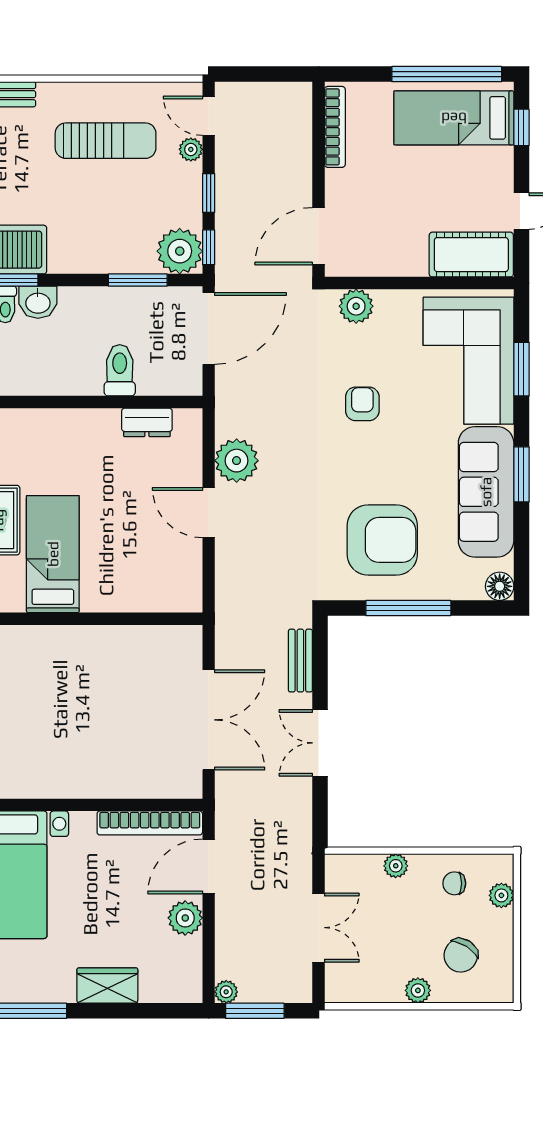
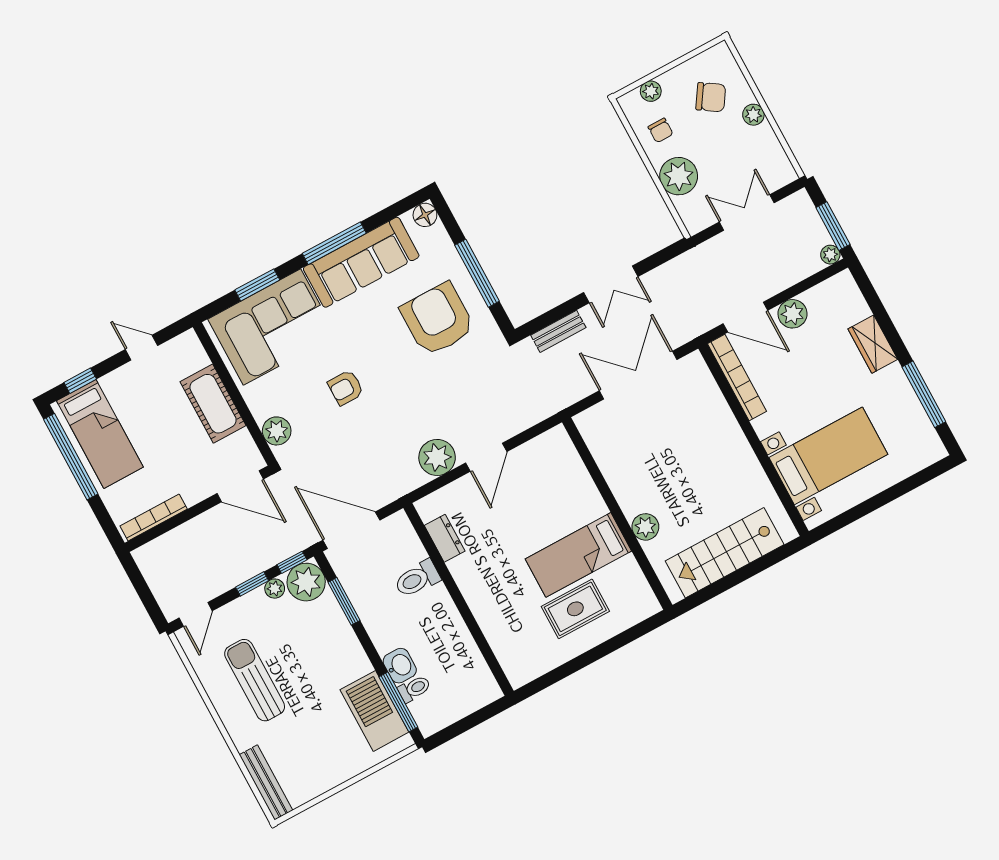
plant: (191, 149) -> (275, 589), moved
cot: (471, 255) -> (213, 404), moved
window: (521, 474) -> (334, 243), width x1.44
plant: (44, 641) -> (645, 527), added
plant: (396, 866) -> (679, 176), width x1.88, depth x1.88

